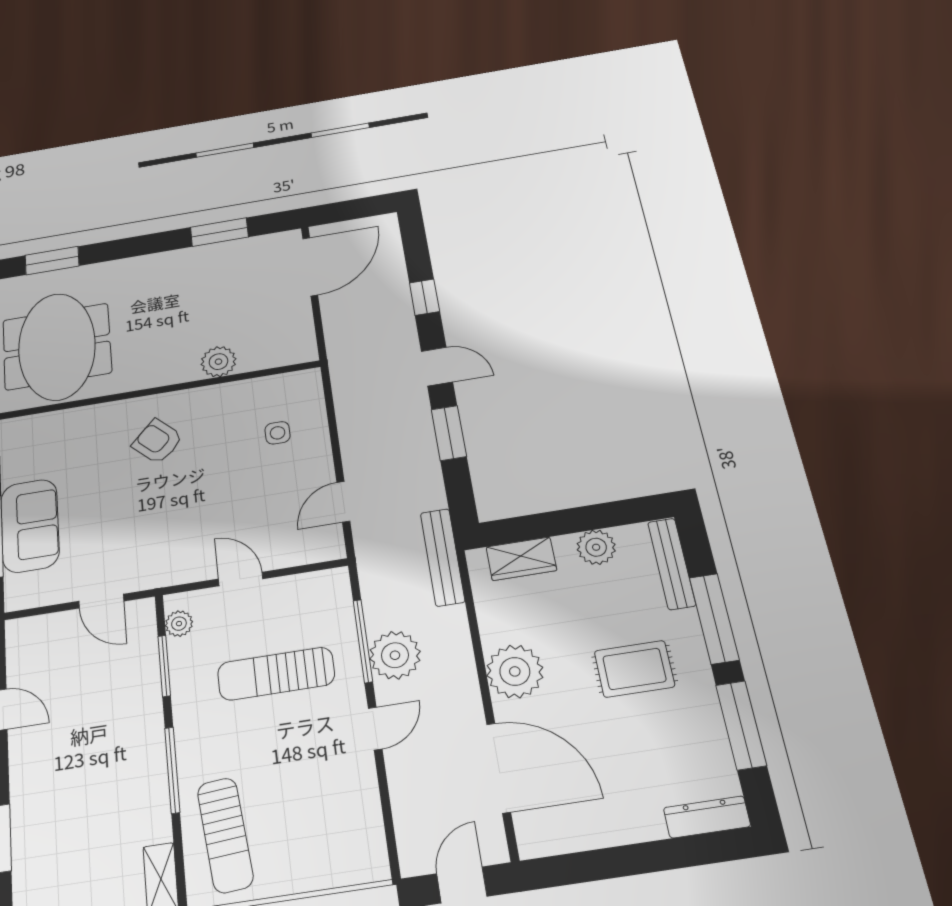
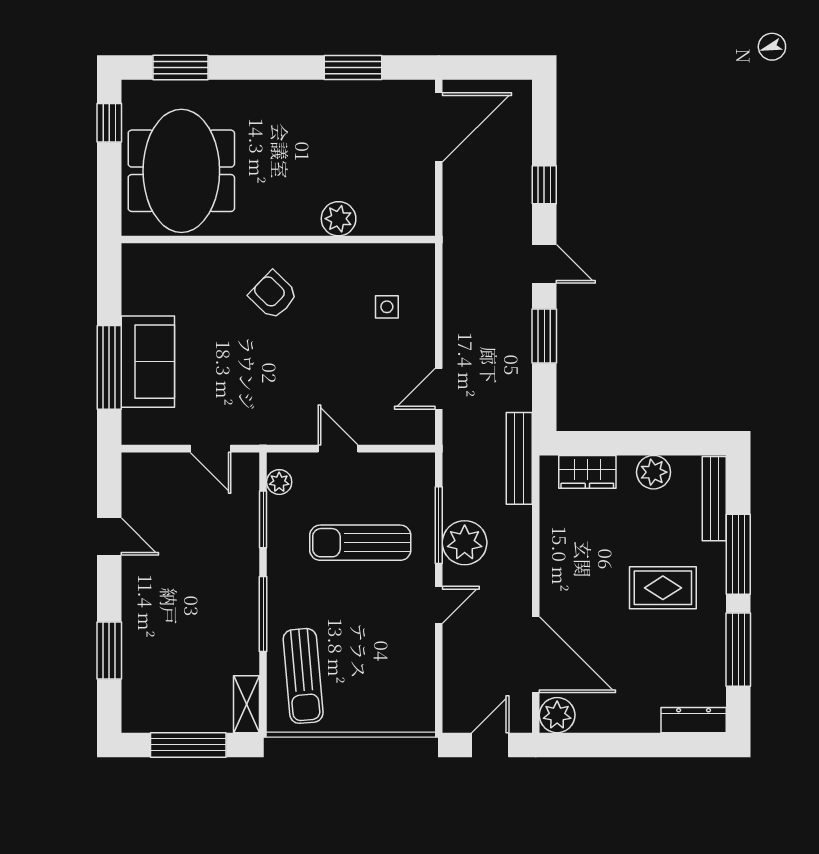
plant: (515, 671) -> (557, 715), moved, width x0.73, depth x0.73

